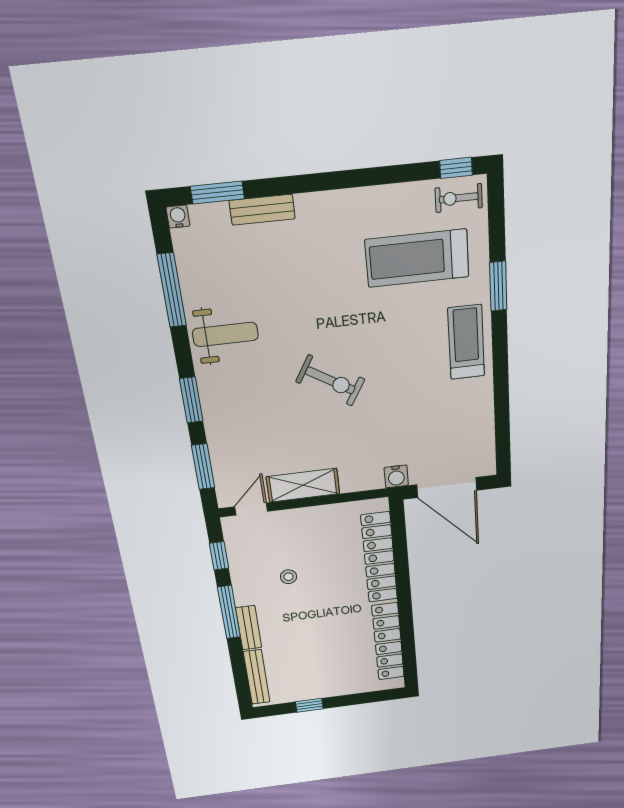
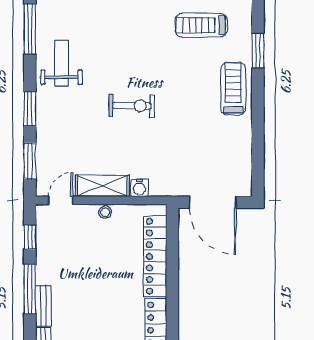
treadmill: (417, 258) -> (201, 25), width x0.73, depth x0.73
weight bench: (225, 334) -> (62, 64), turned -90
exercise bike: (330, 380) -> (132, 106), turned -30
water cooler: (396, 476) -> (139, 188), moved
stool: (289, 577) -> (105, 212), moved

